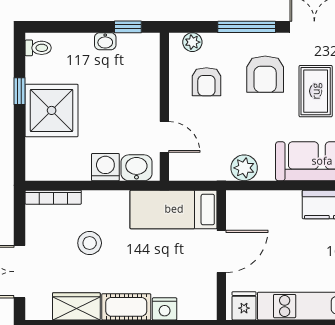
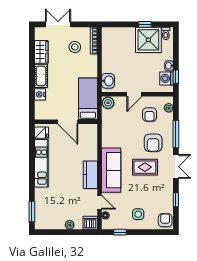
armchair: (265, 74) -> (153, 143), turned -90
armchair: (206, 82) -> (149, 115), turned -90
shower: (52, 110) -> (148, 40), moved
door: (164, 137) -> (134, 94), moved
washing machine: (105, 167) -> (167, 78), moved, turned 180
plant: (244, 168) -> (108, 103), moved
stool: (90, 243) -> (75, 47), moved

